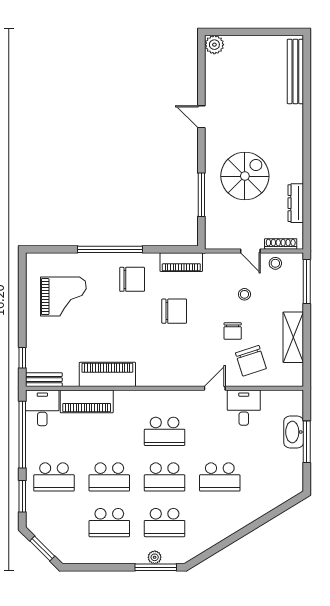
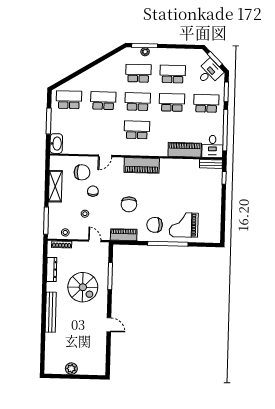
plant: (214, 45) -> (71, 369), moved
bench: (295, 72) -> (51, 312), moved
spiral stairs: (245, 176) -> (83, 287), turned -90
door: (250, 251) -> (95, 241), moved
grand piano: (63, 297) -> (184, 225), moved
chair: (174, 311) -> (129, 204), turned -90
chair: (251, 361) -> (82, 172), turned 108
piano: (107, 374) -> (142, 165), moved
desk: (244, 408) -> (209, 72), moved, turned -135
washbasin: (294, 432) -> (56, 144), moved
school desk: (275, 477) -> (69, 100), added

